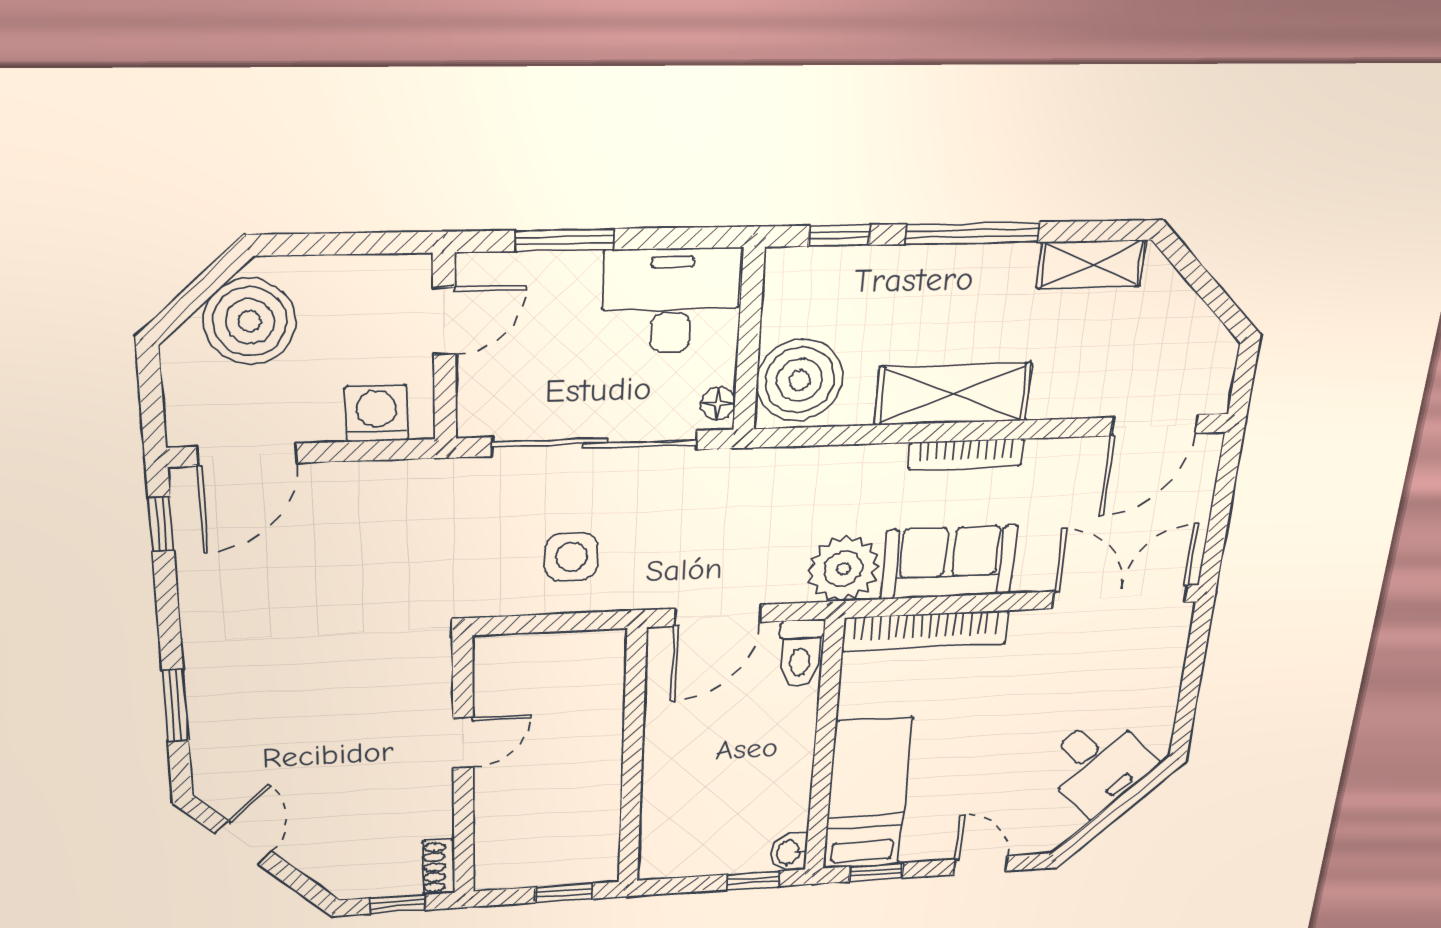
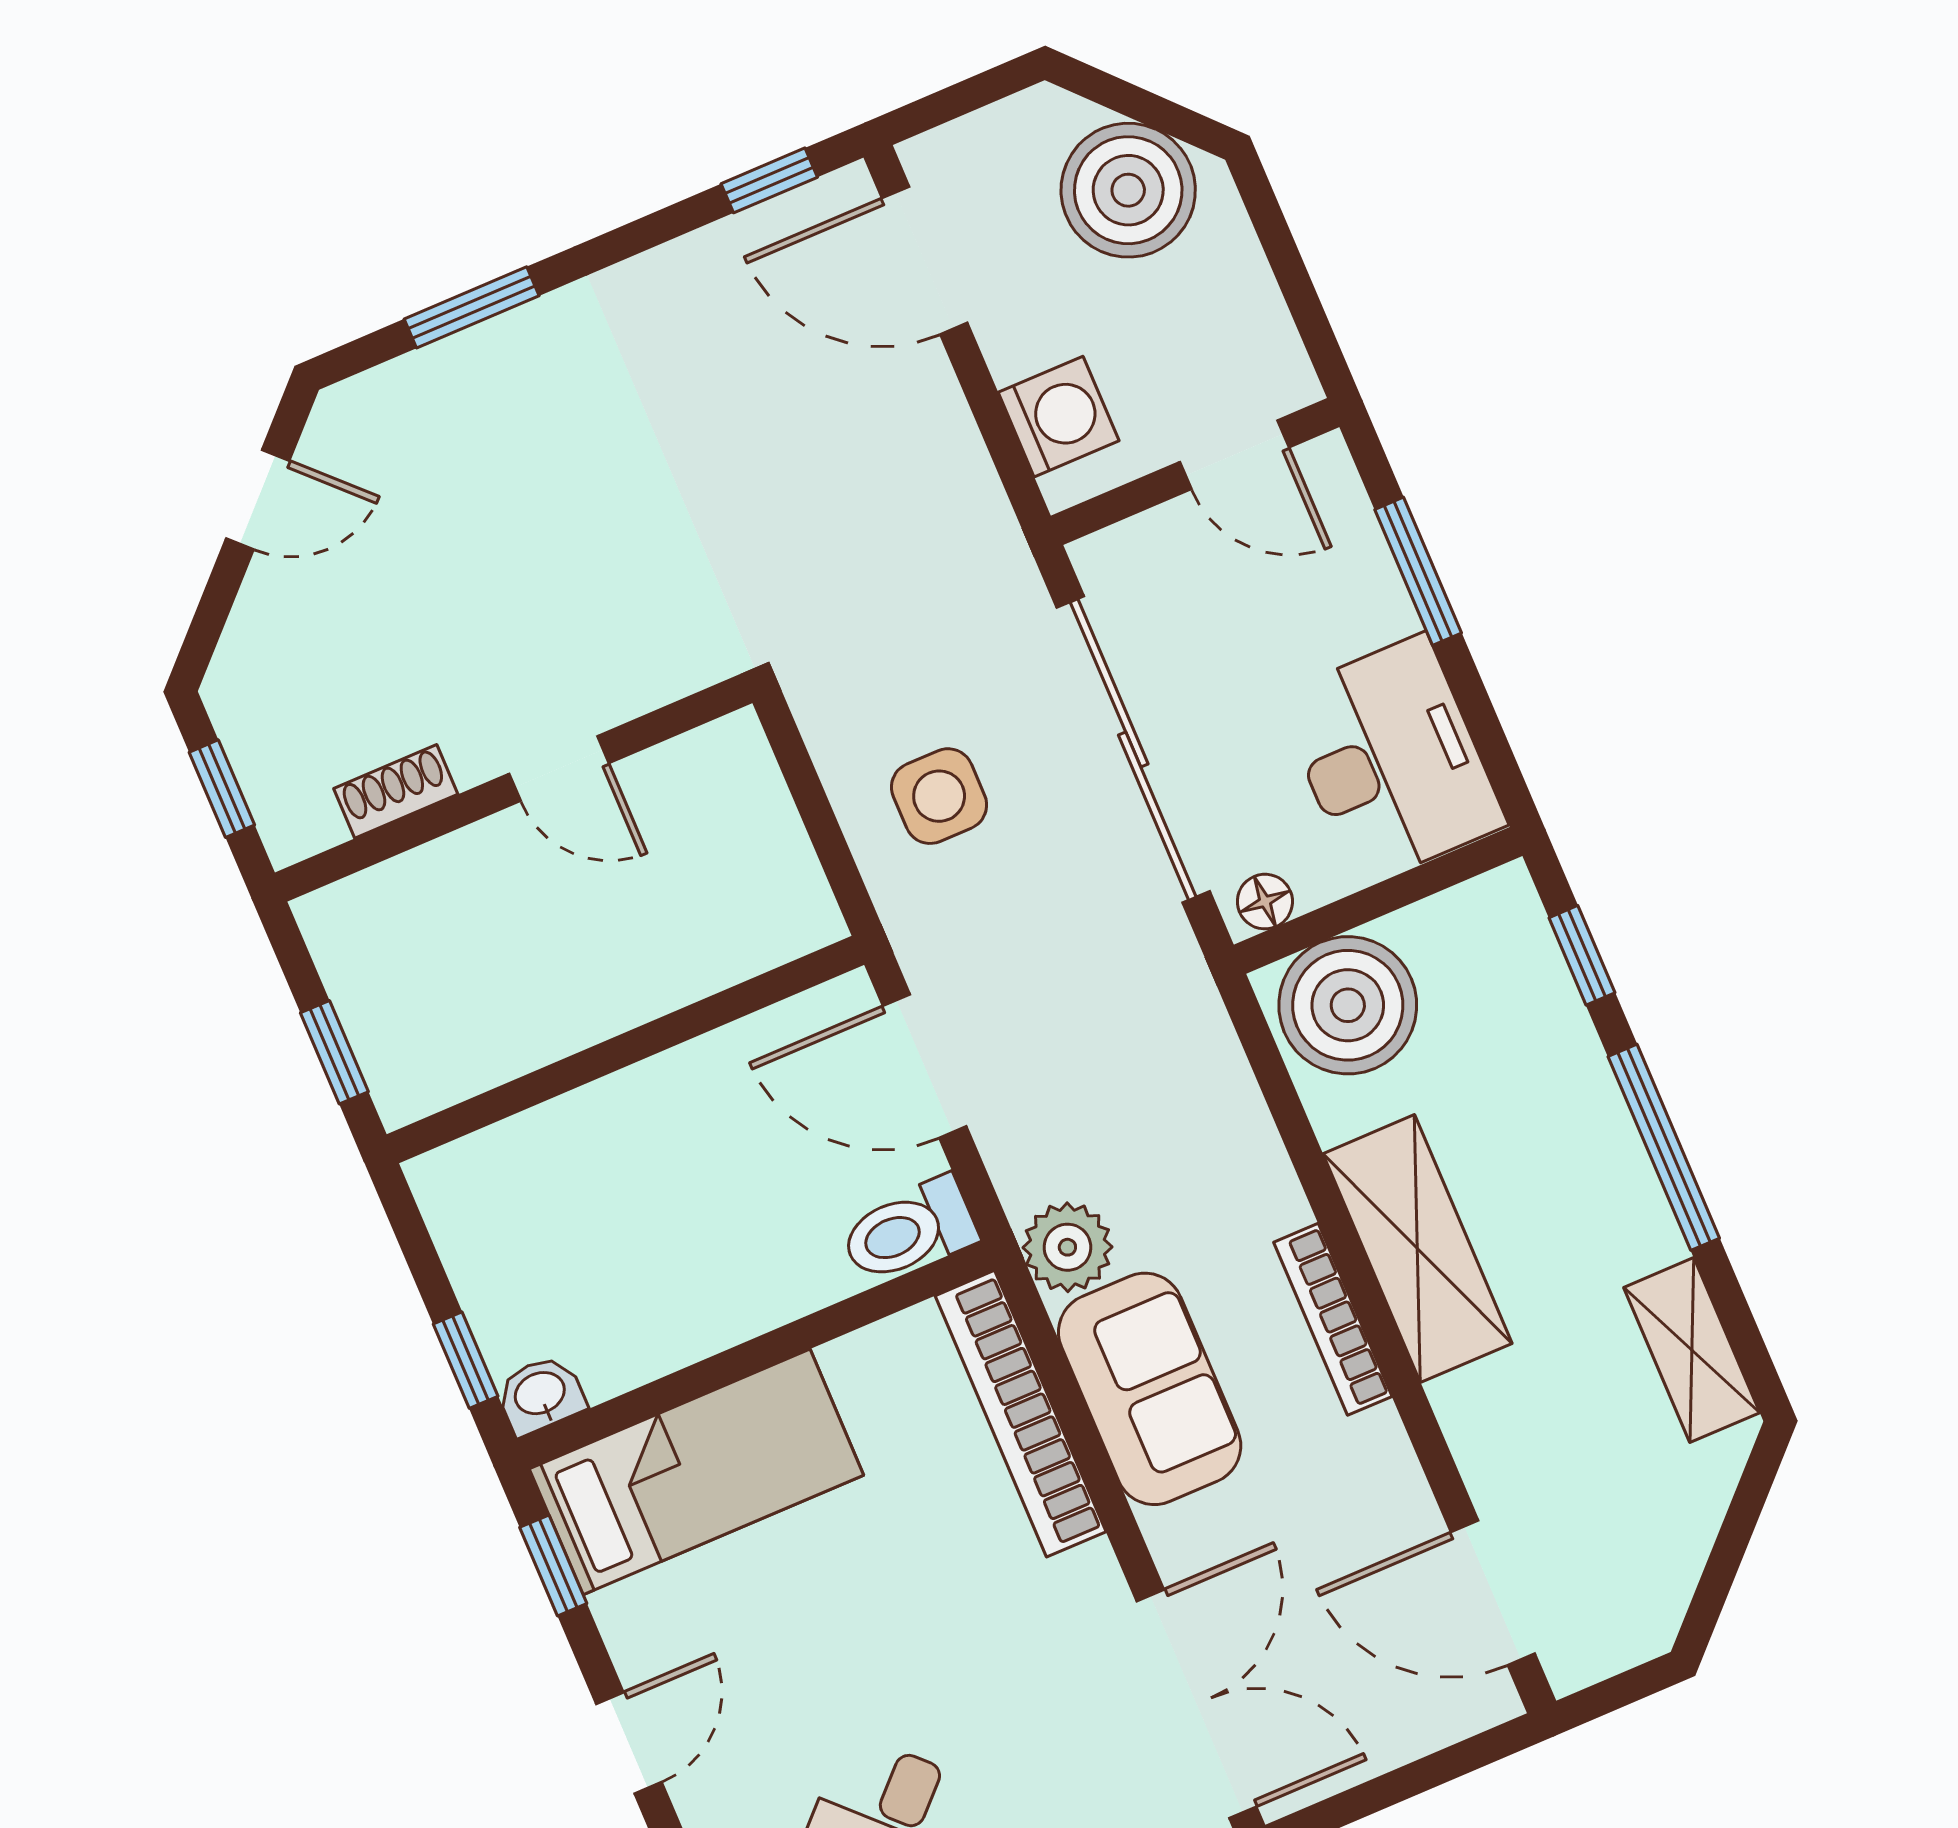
plant: (843, 569) -> (1067, 1247), width x0.73, depth x0.73
shoe rack: (439, 867) -> (396, 791), moved

